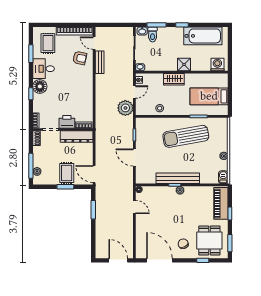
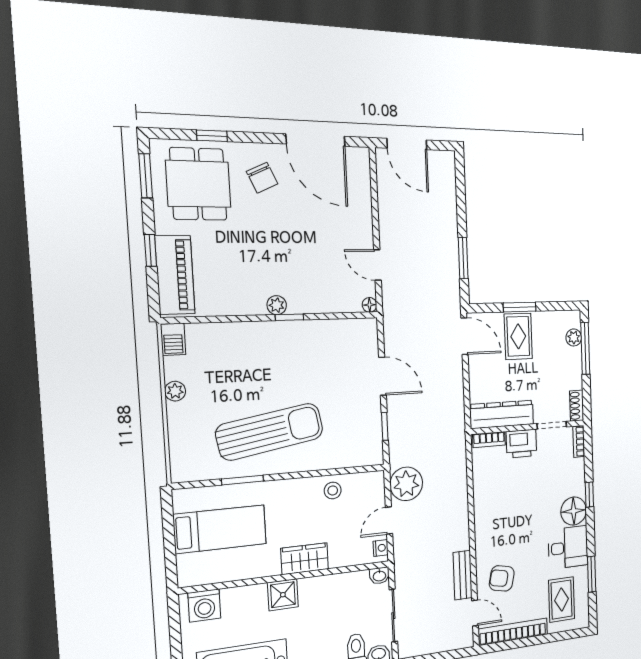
bench: (178, 178) -> (283, 333), removed

